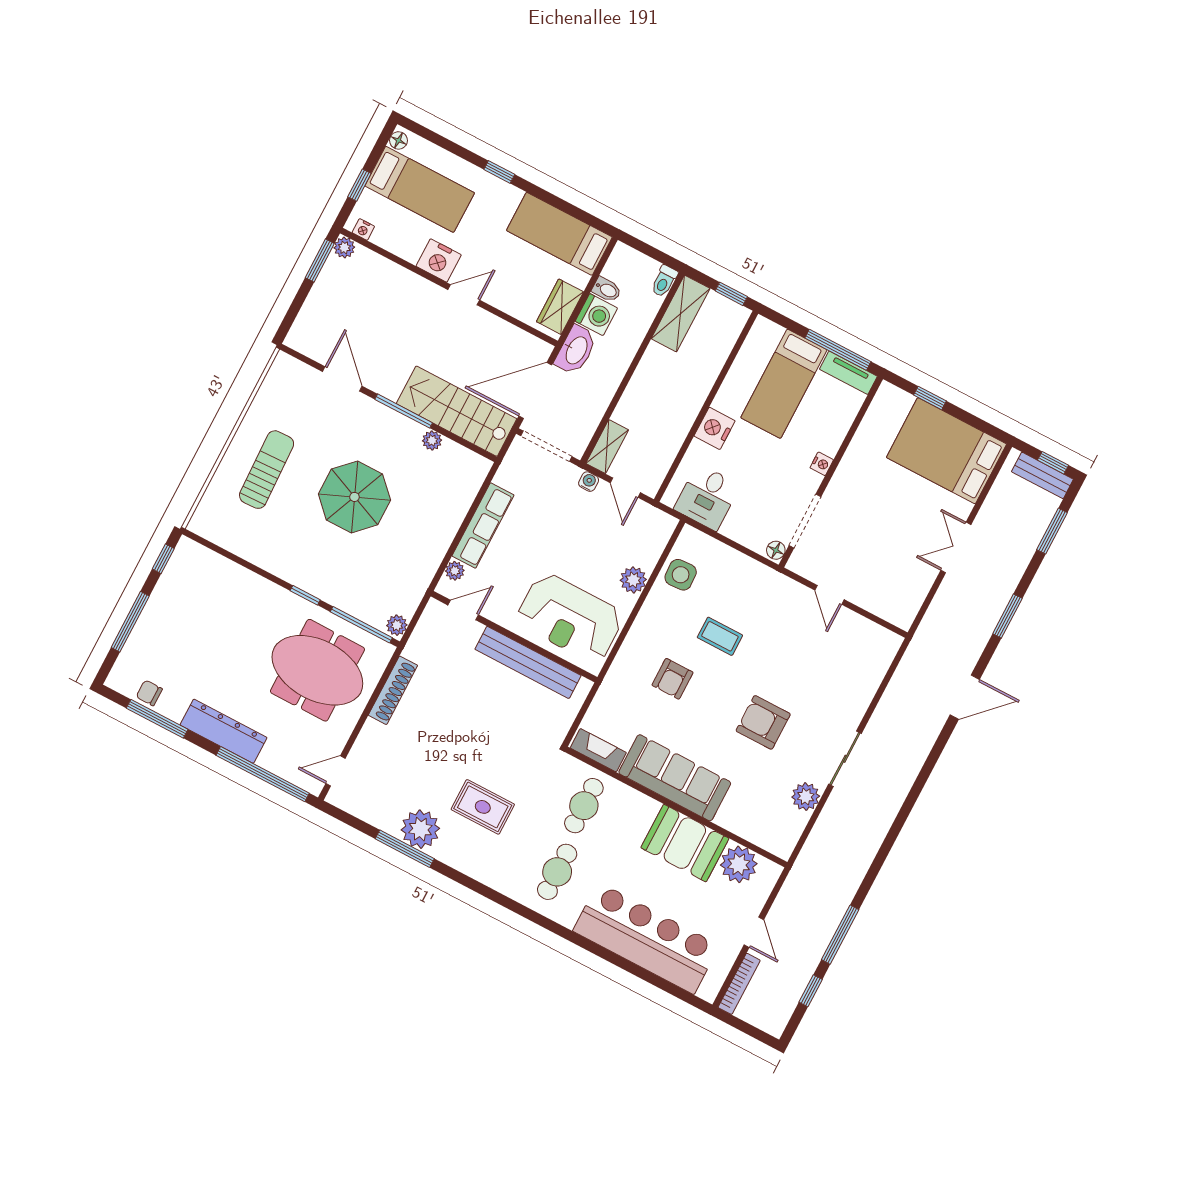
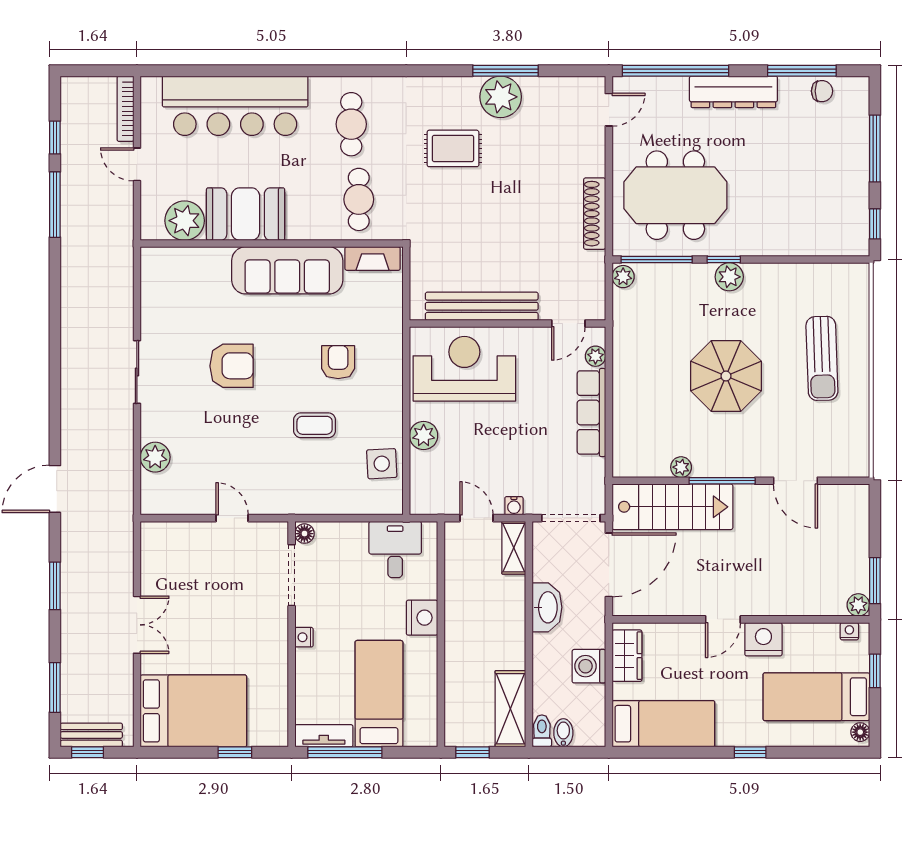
bidet: (607, 290) -> (563, 733), moved, turned 90
washbasin: (576, 350) -> (547, 607), moved, turned 180
plant: (308, 578) -> (729, 277), added
plant: (806, 797) -> (155, 457), moved

